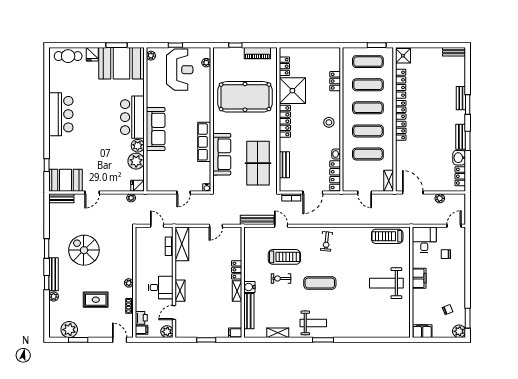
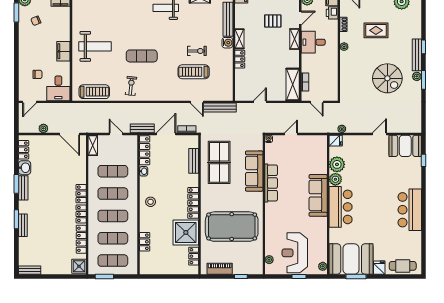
bench: (62, 198) -> (142, 128), moved
exercise bike: (326, 241) -> (131, 86), moved
exercise mat: (320, 283) -> (142, 56), moved
plant: (54, 296) -> (417, 76), moved
pallet: (202, 309) -> (273, 21), added

